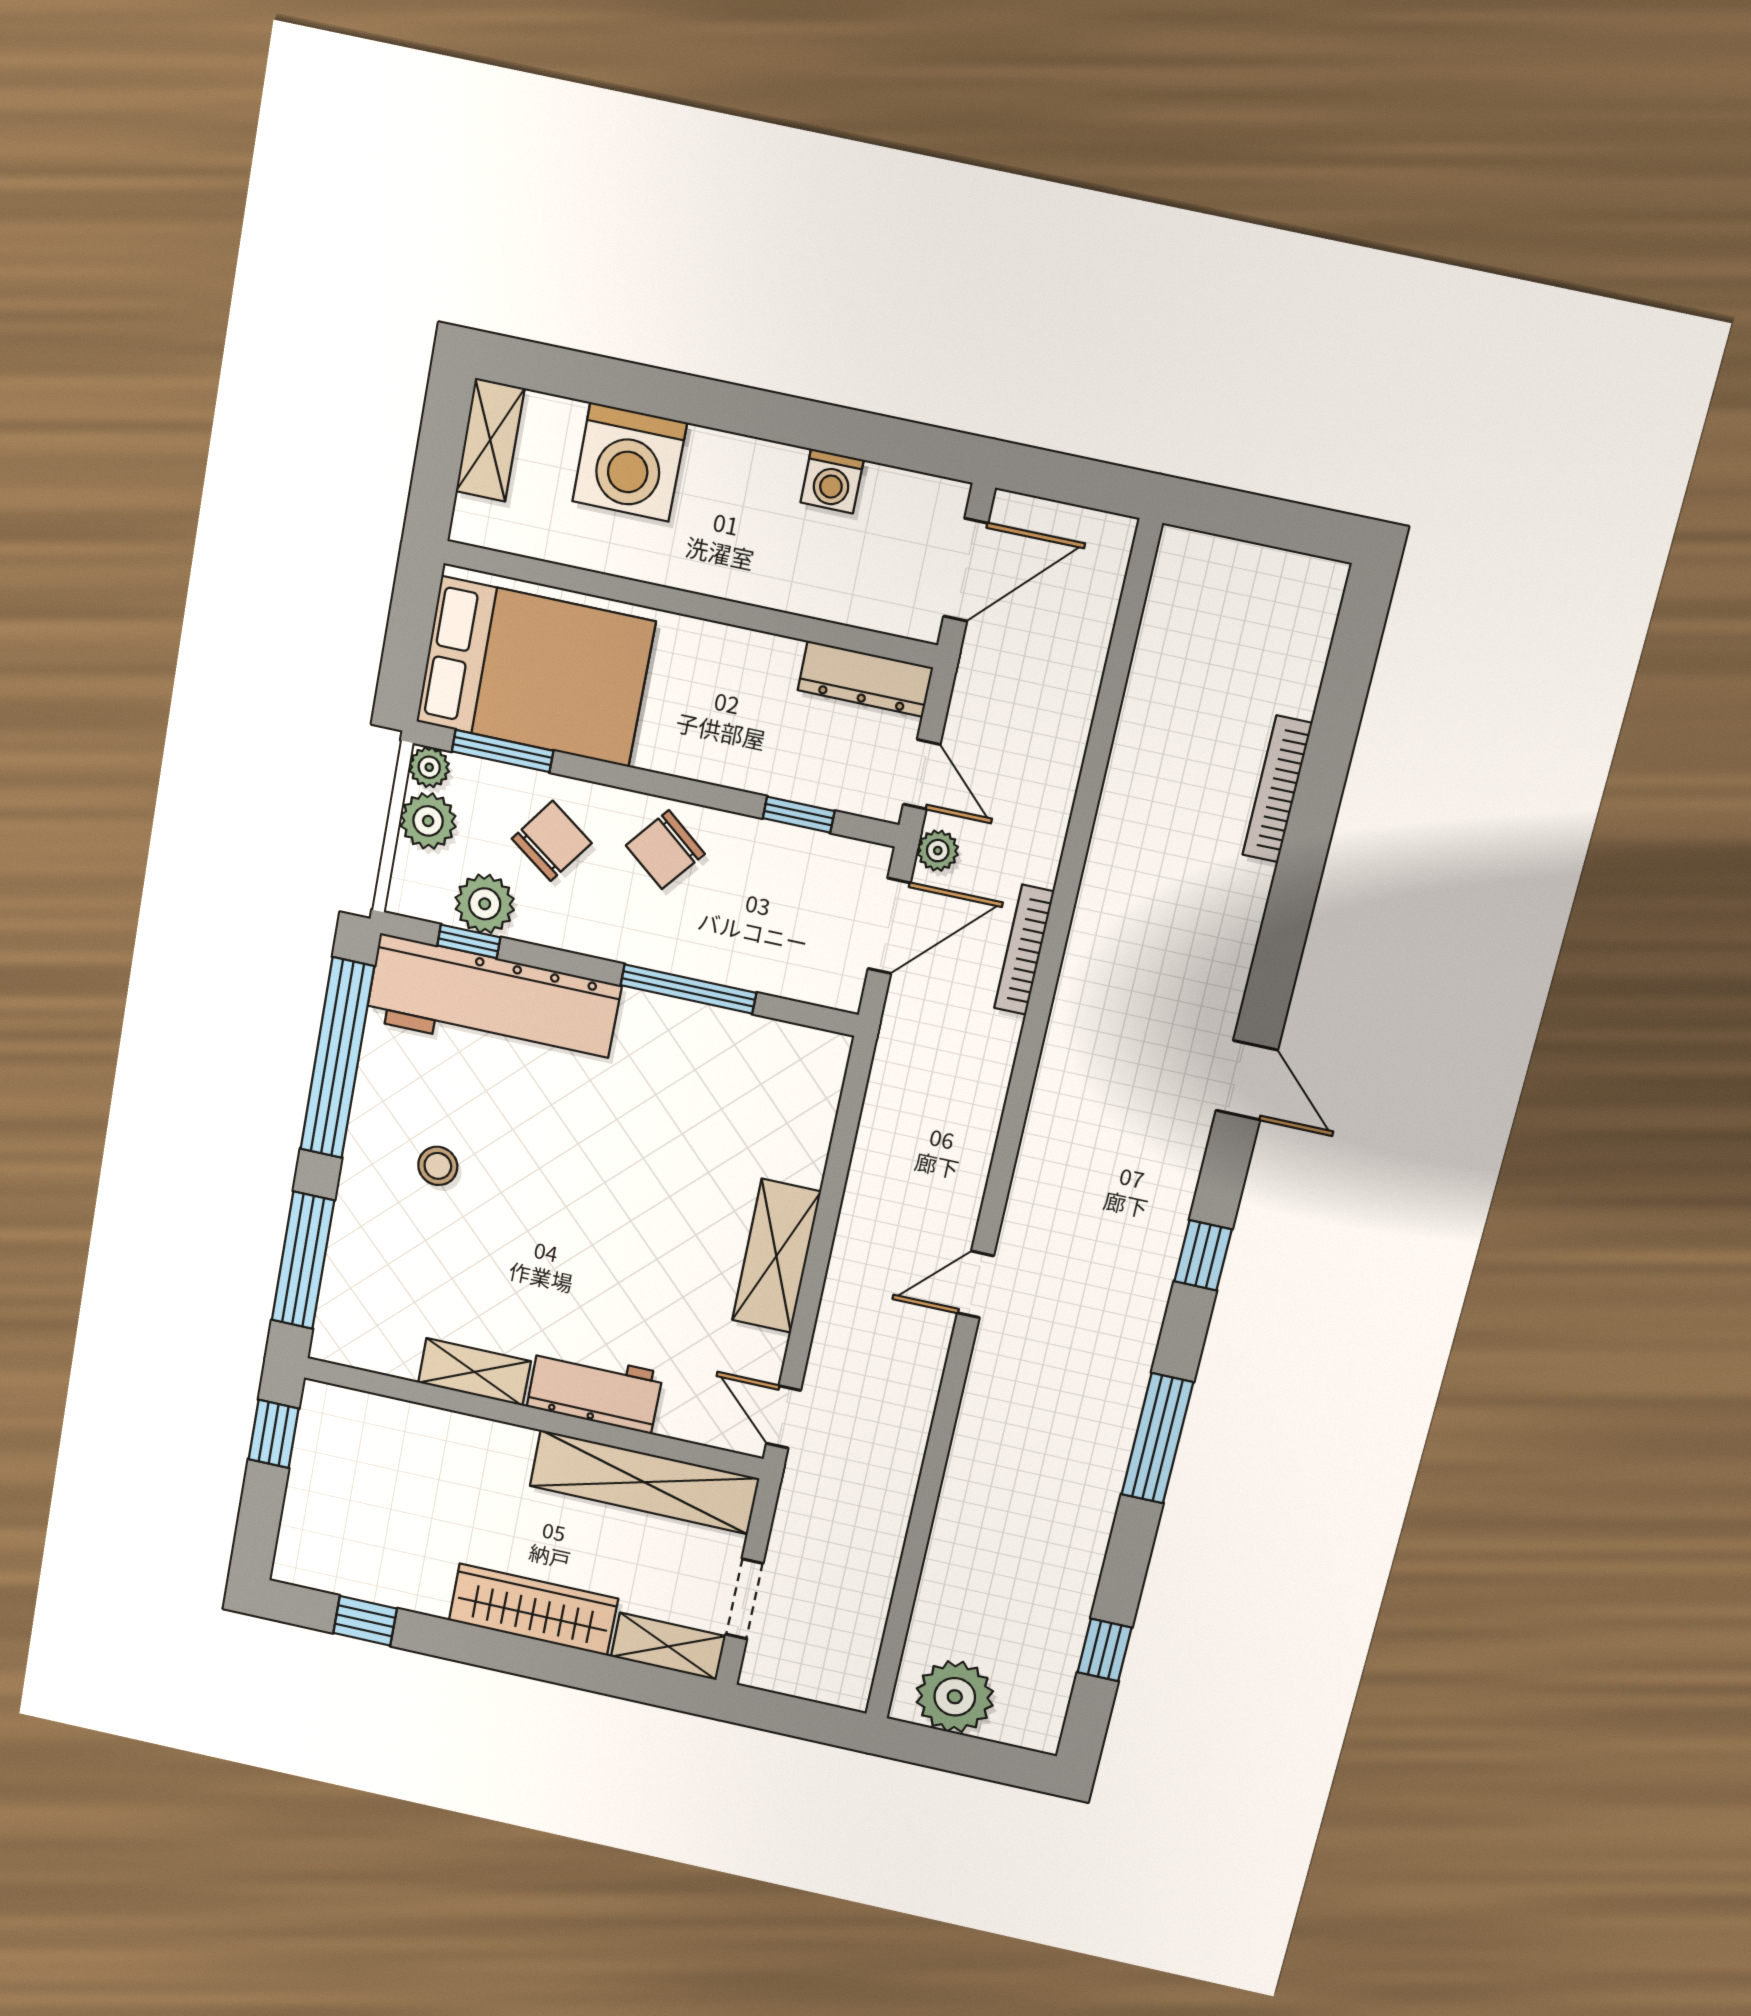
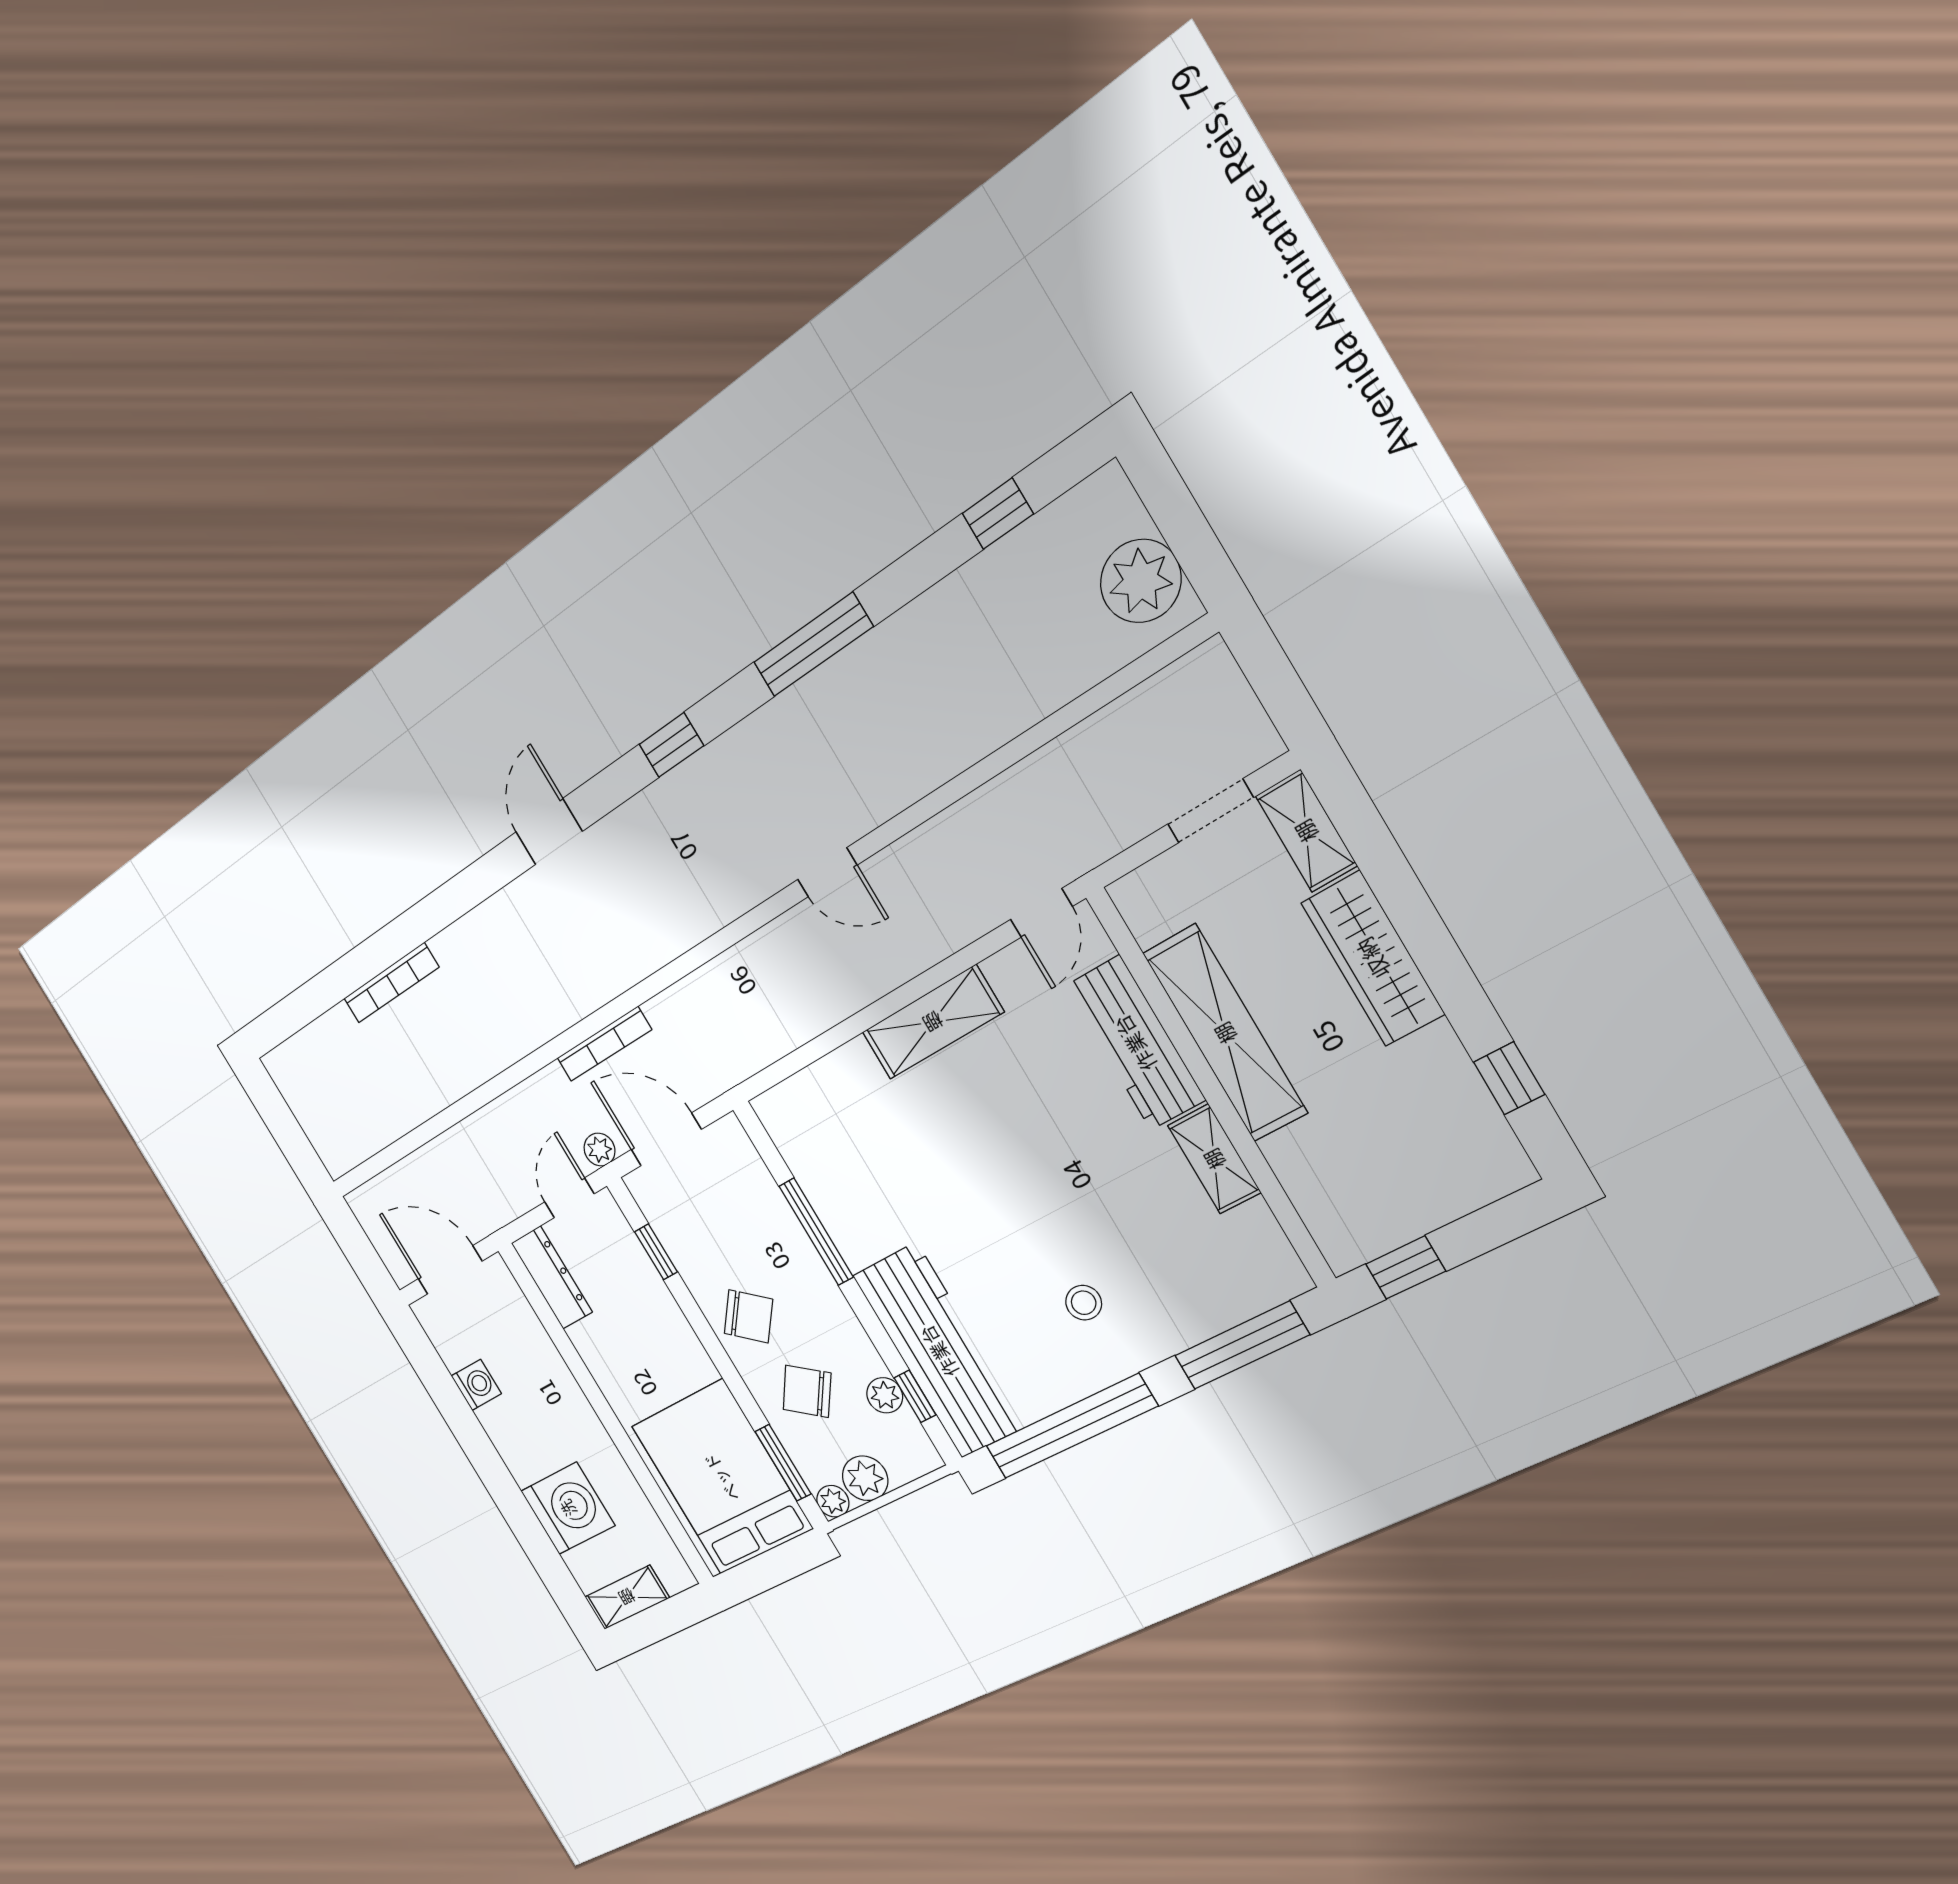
plant: (485, 904) -> (885, 1395), width x0.73, depth x0.73
workbench: (595, 1390) -> (1135, 1043), width x1.38
shelving: (644, 1482) -> (1225, 1033), moved

